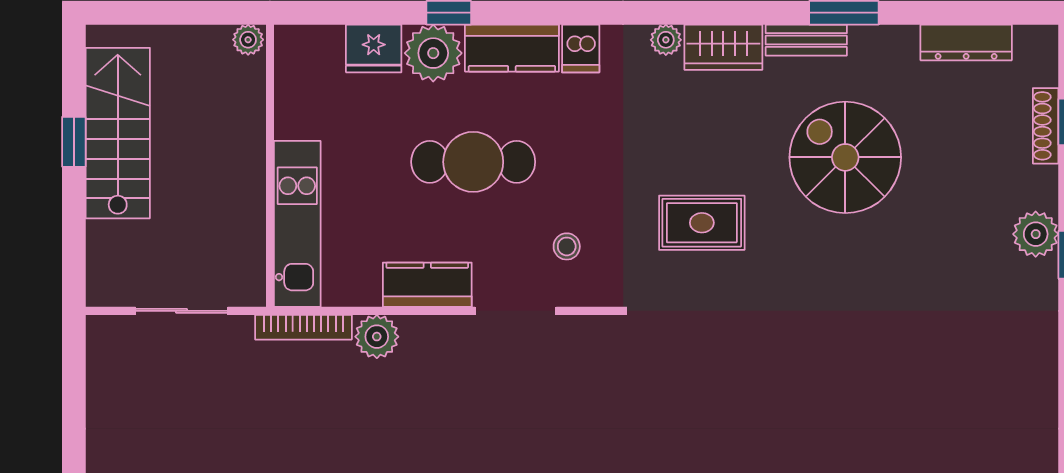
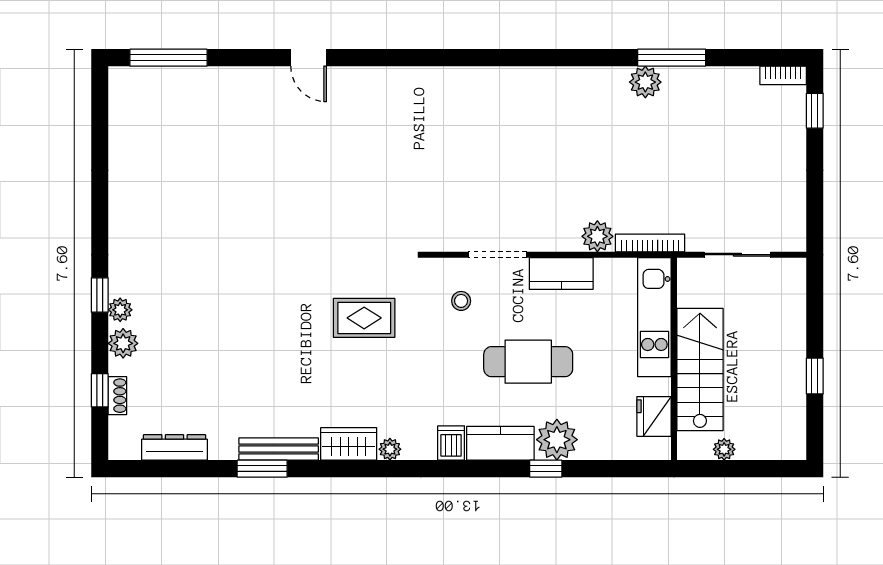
plant: (248, 40) -> (724, 449), moved
bench: (806, 40) -> (279, 449), width x1.36
fridge: (374, 48) -> (654, 417), moved, turned -90
shoe rack: (1046, 126) -> (117, 396), width x0.70
stairs: (118, 133) -> (700, 369), moved, turned 180
spiral stairs: (845, 157) -> (261, 365), removed
plant: (1038, 187) -> (123, 343), added
plant: (1036, 234) -> (120, 310), width x0.73, depth x0.73

